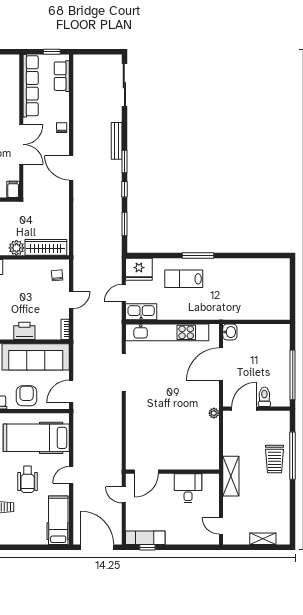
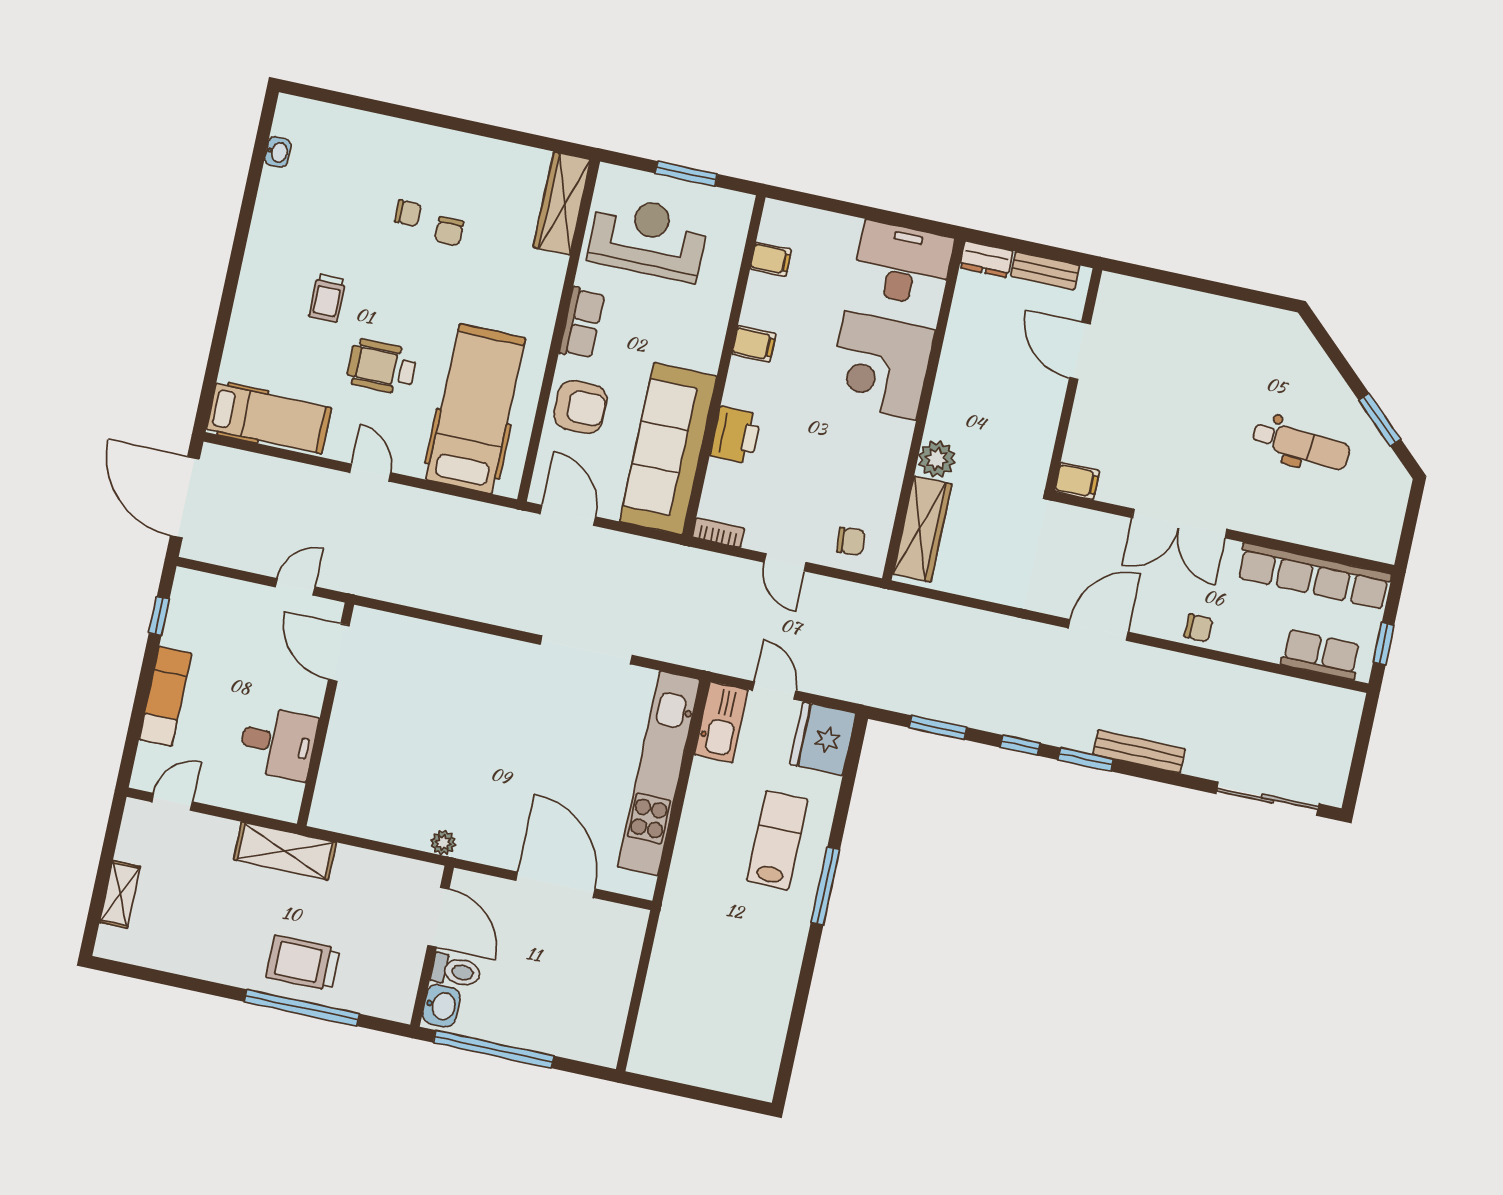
washbasin: (230, 332) -> (441, 1006), moved, turned -90
exam couch: (145, 538) -> (165, 696), moved
door: (97, 547) -> (185, 497), swing flipped

